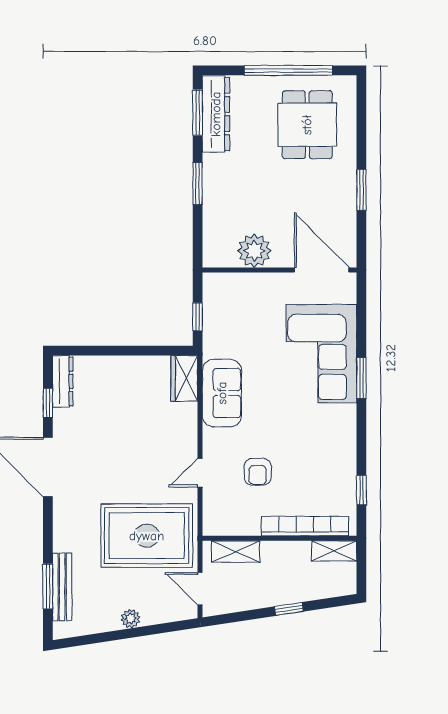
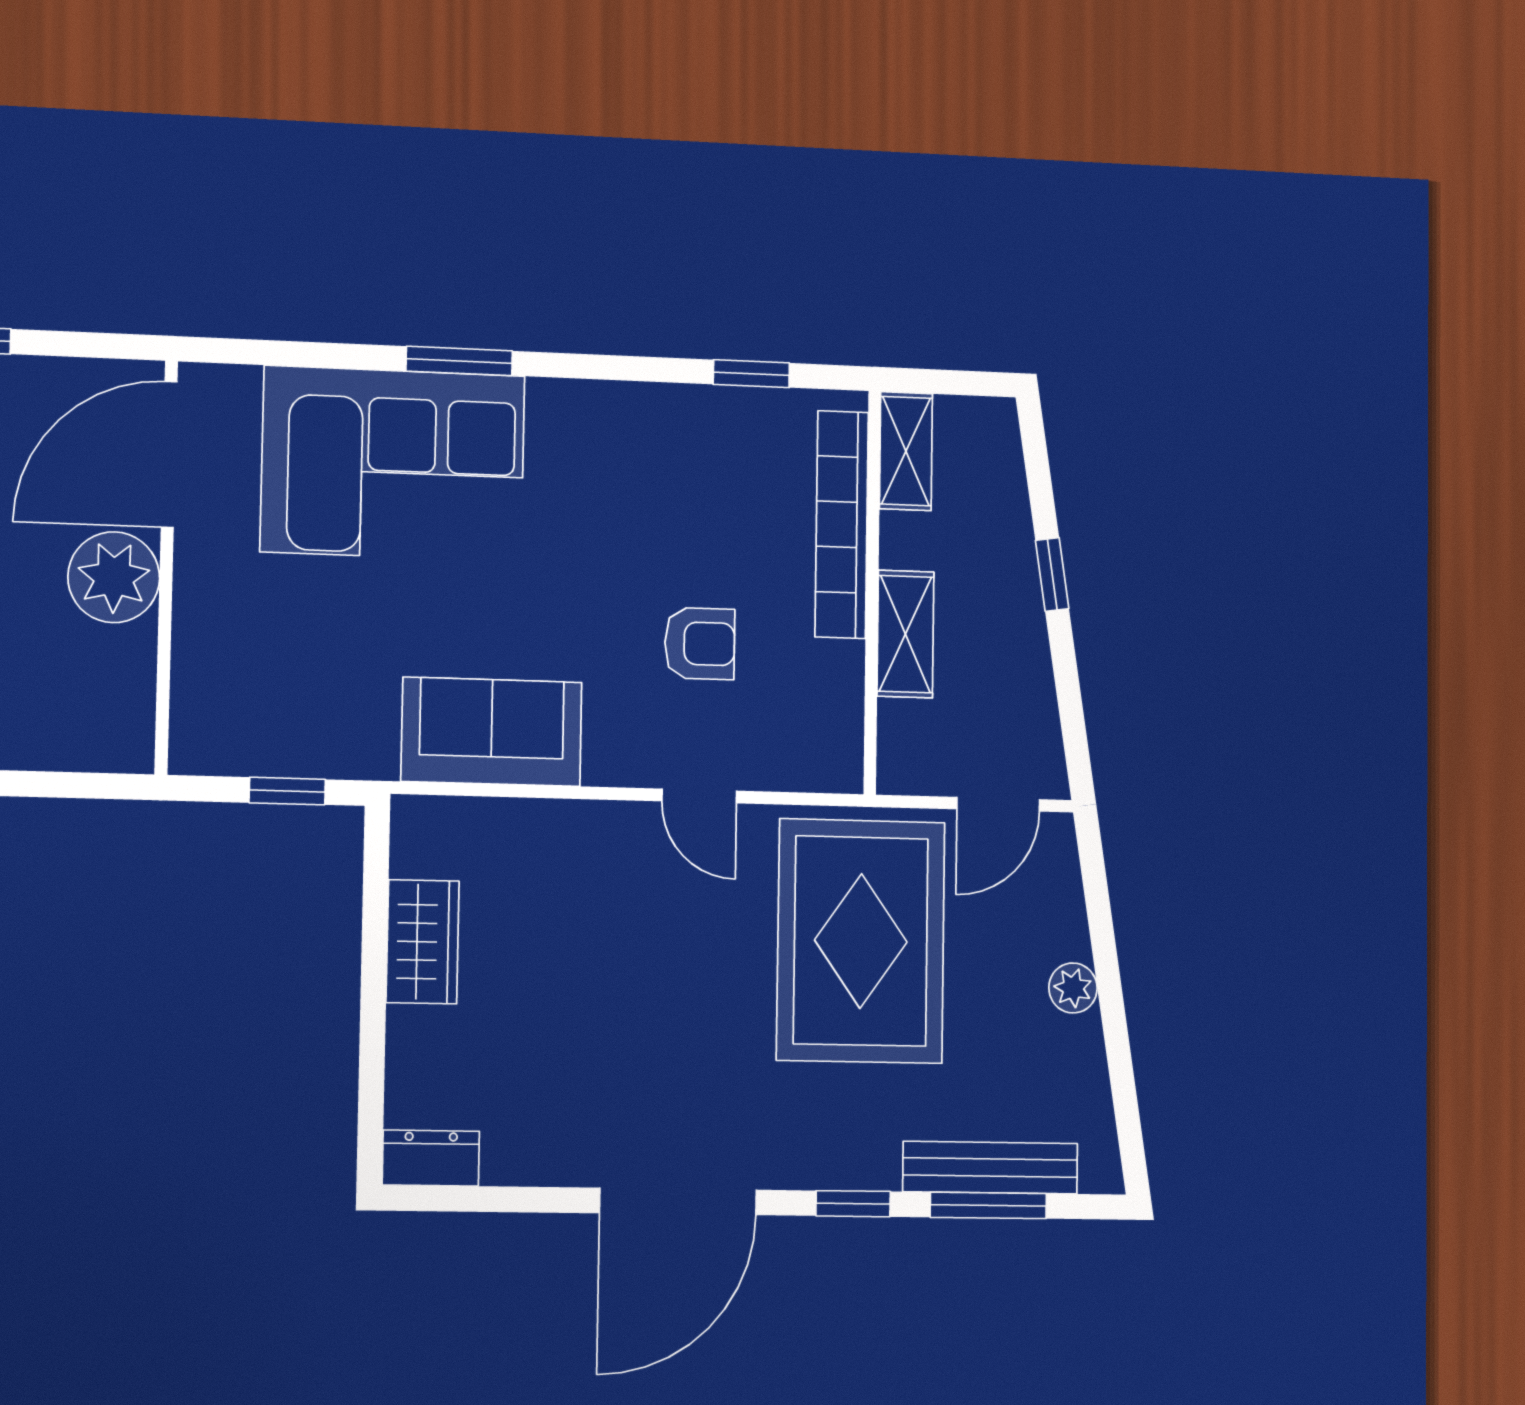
plant: (254, 251) -> (114, 577), moved
wardrobe: (184, 378) -> (423, 942), moved, turned -90
dresser: (63, 381) -> (431, 1158), width x0.70
window: (48, 403) -> (853, 1204), moved
shelving: (236, 552) -> (905, 634), moved

